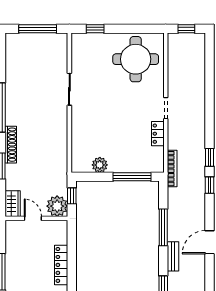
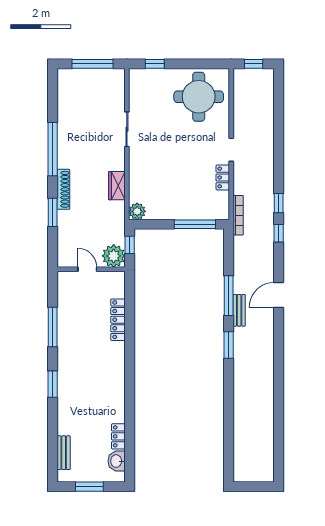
plant: (100, 165) -> (137, 211), moved
wardrobe: (13, 204) -> (117, 186), moved, turned 180
window: (163, 227) -> (229, 296), moved

